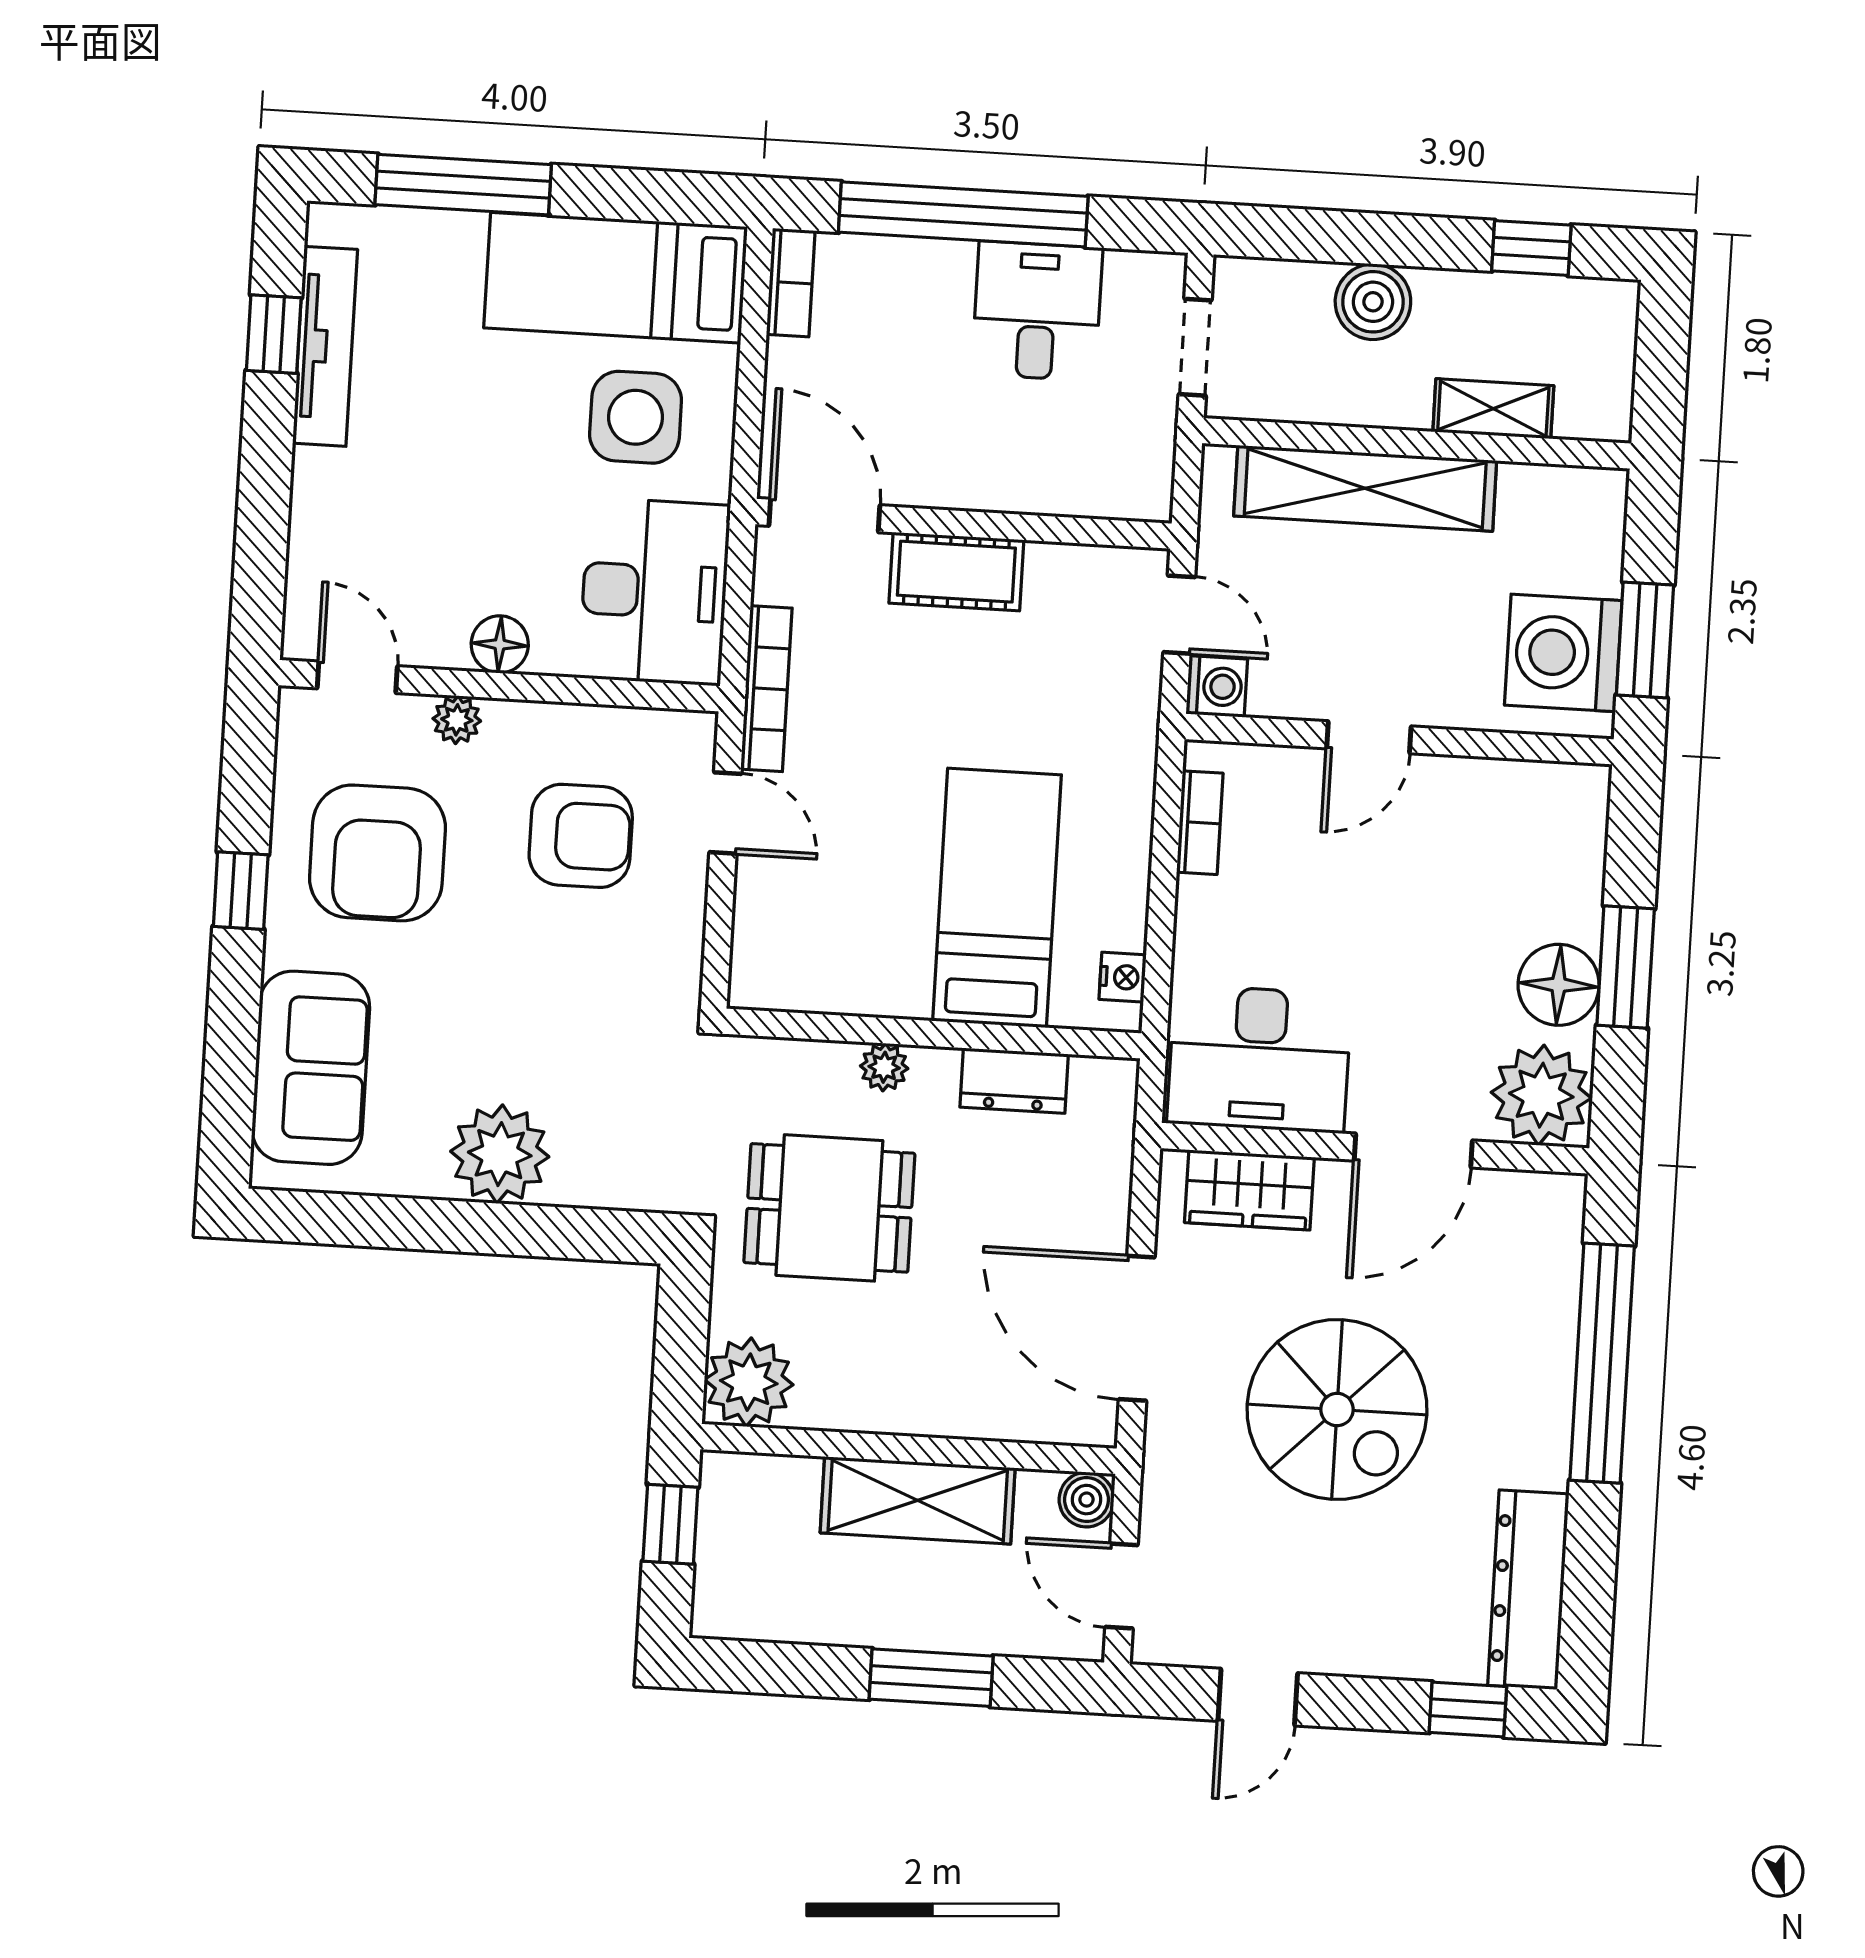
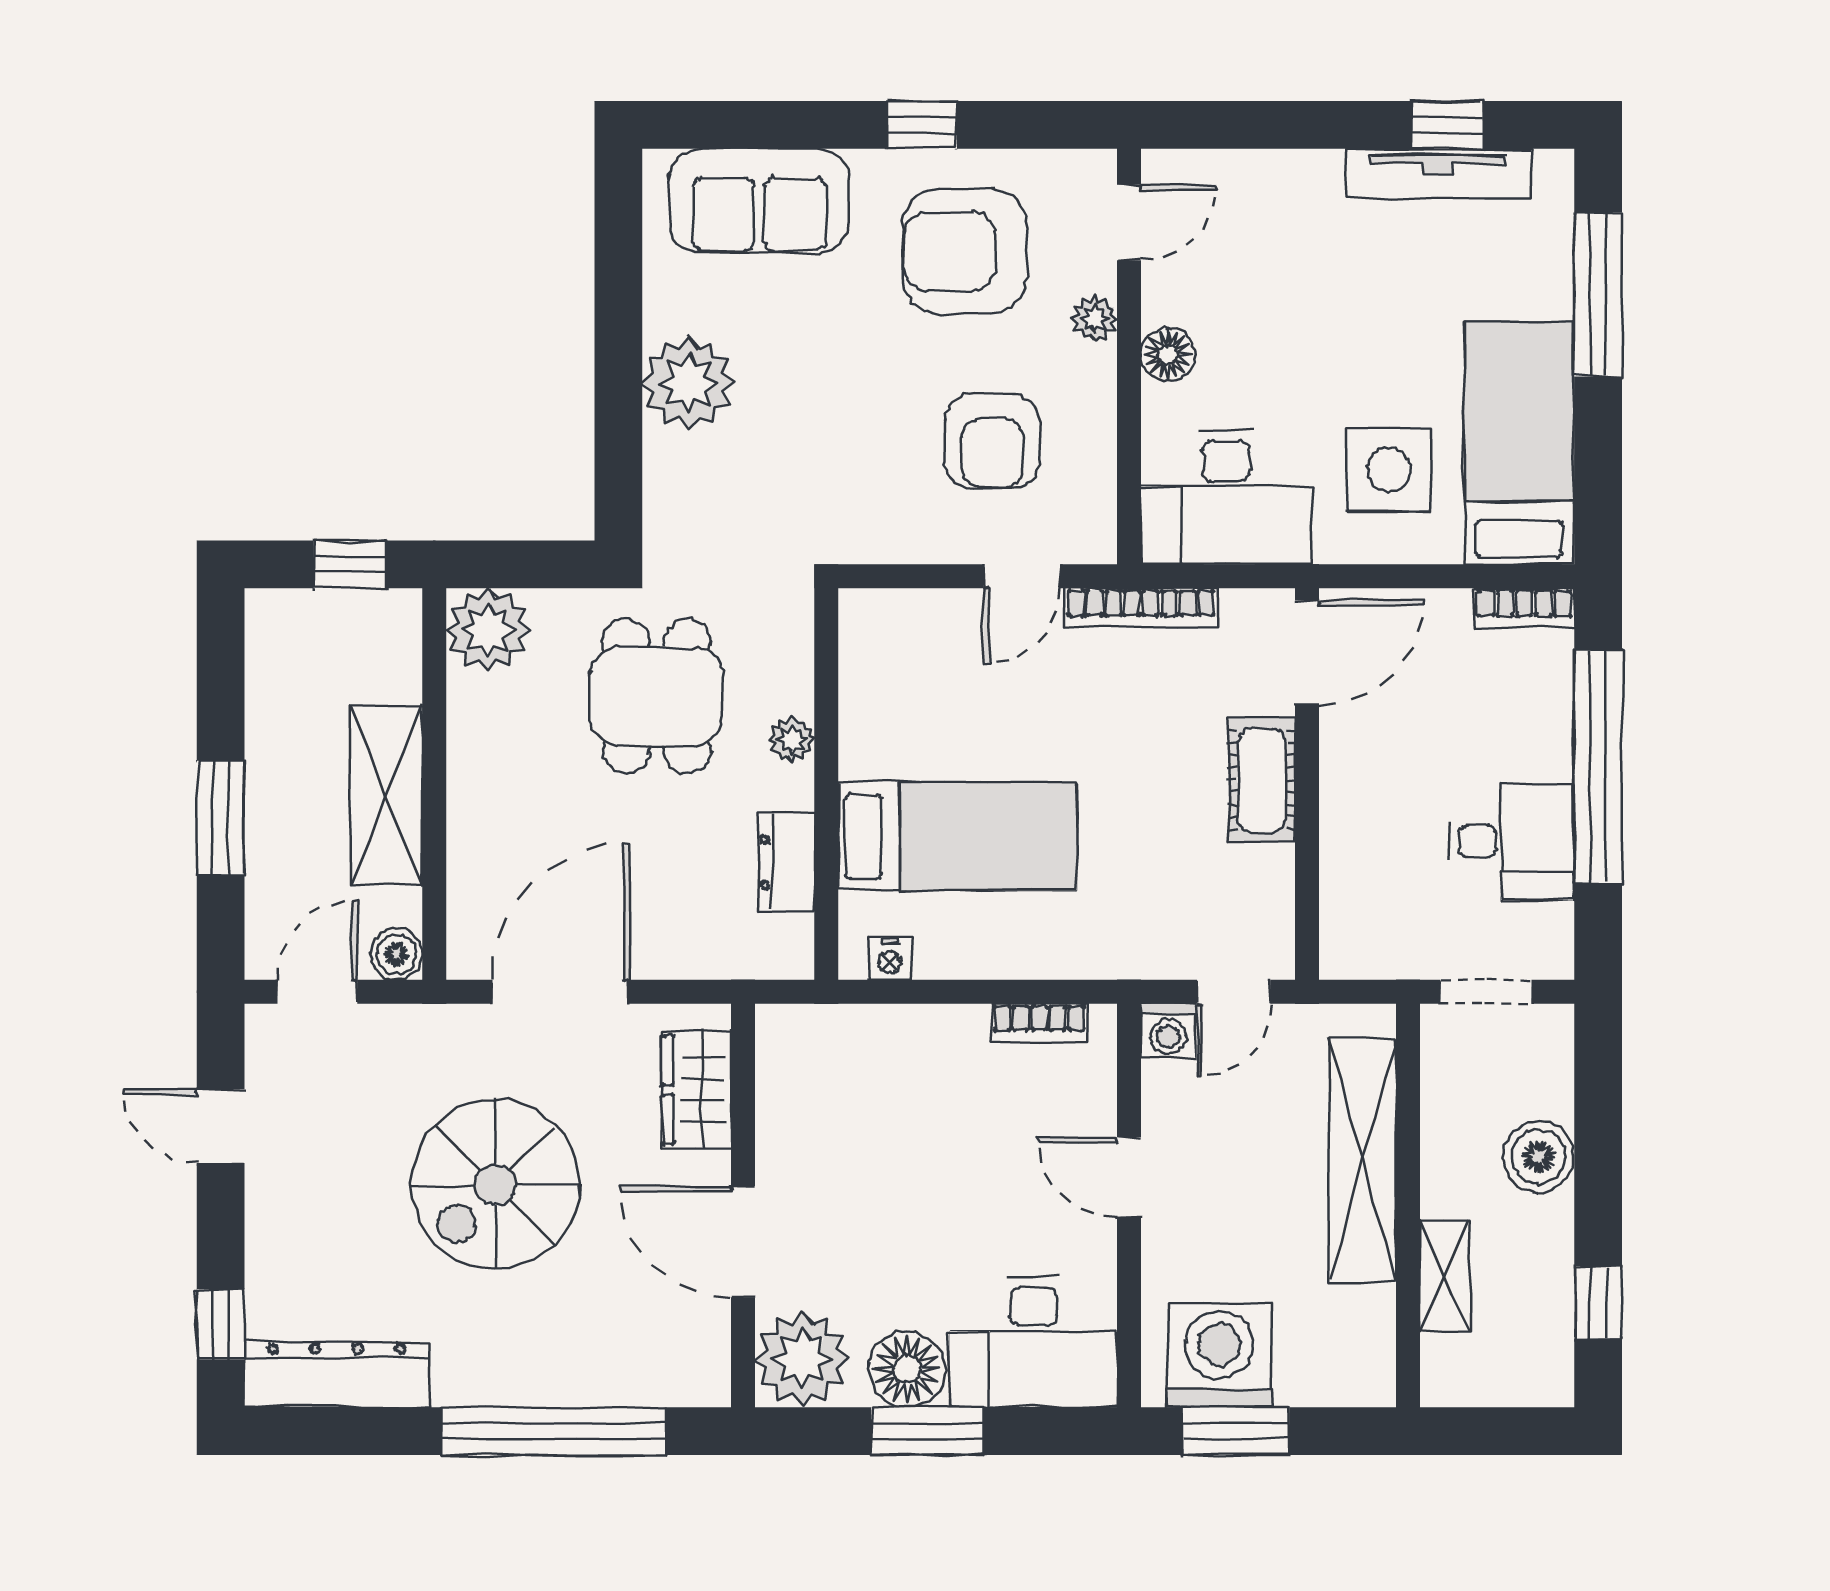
desk: (1259, 1059) -> (1033, 1342), moved, turned -90

